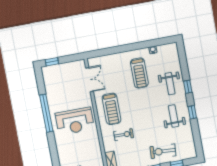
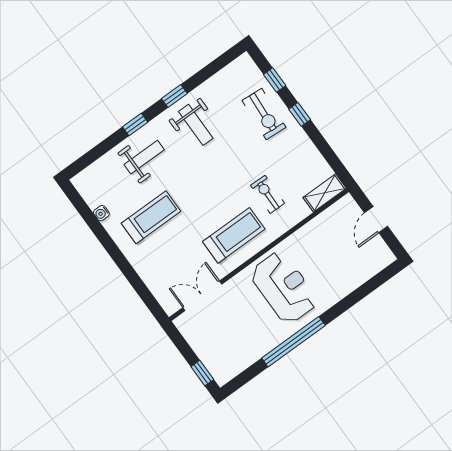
weight bench: (174, 116) -> (196, 125), turned -90

